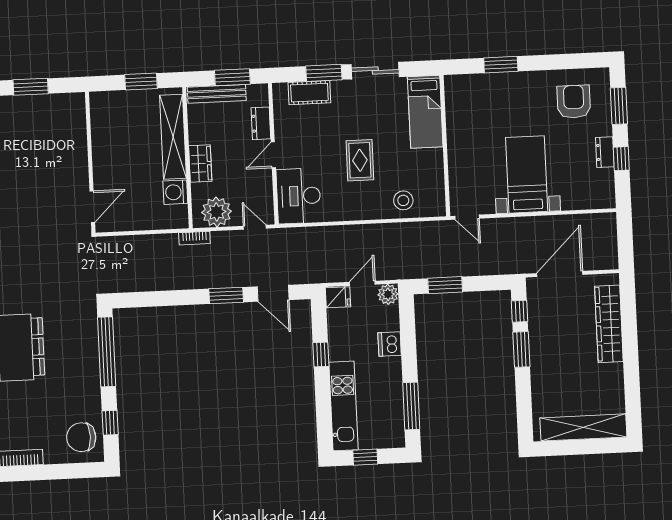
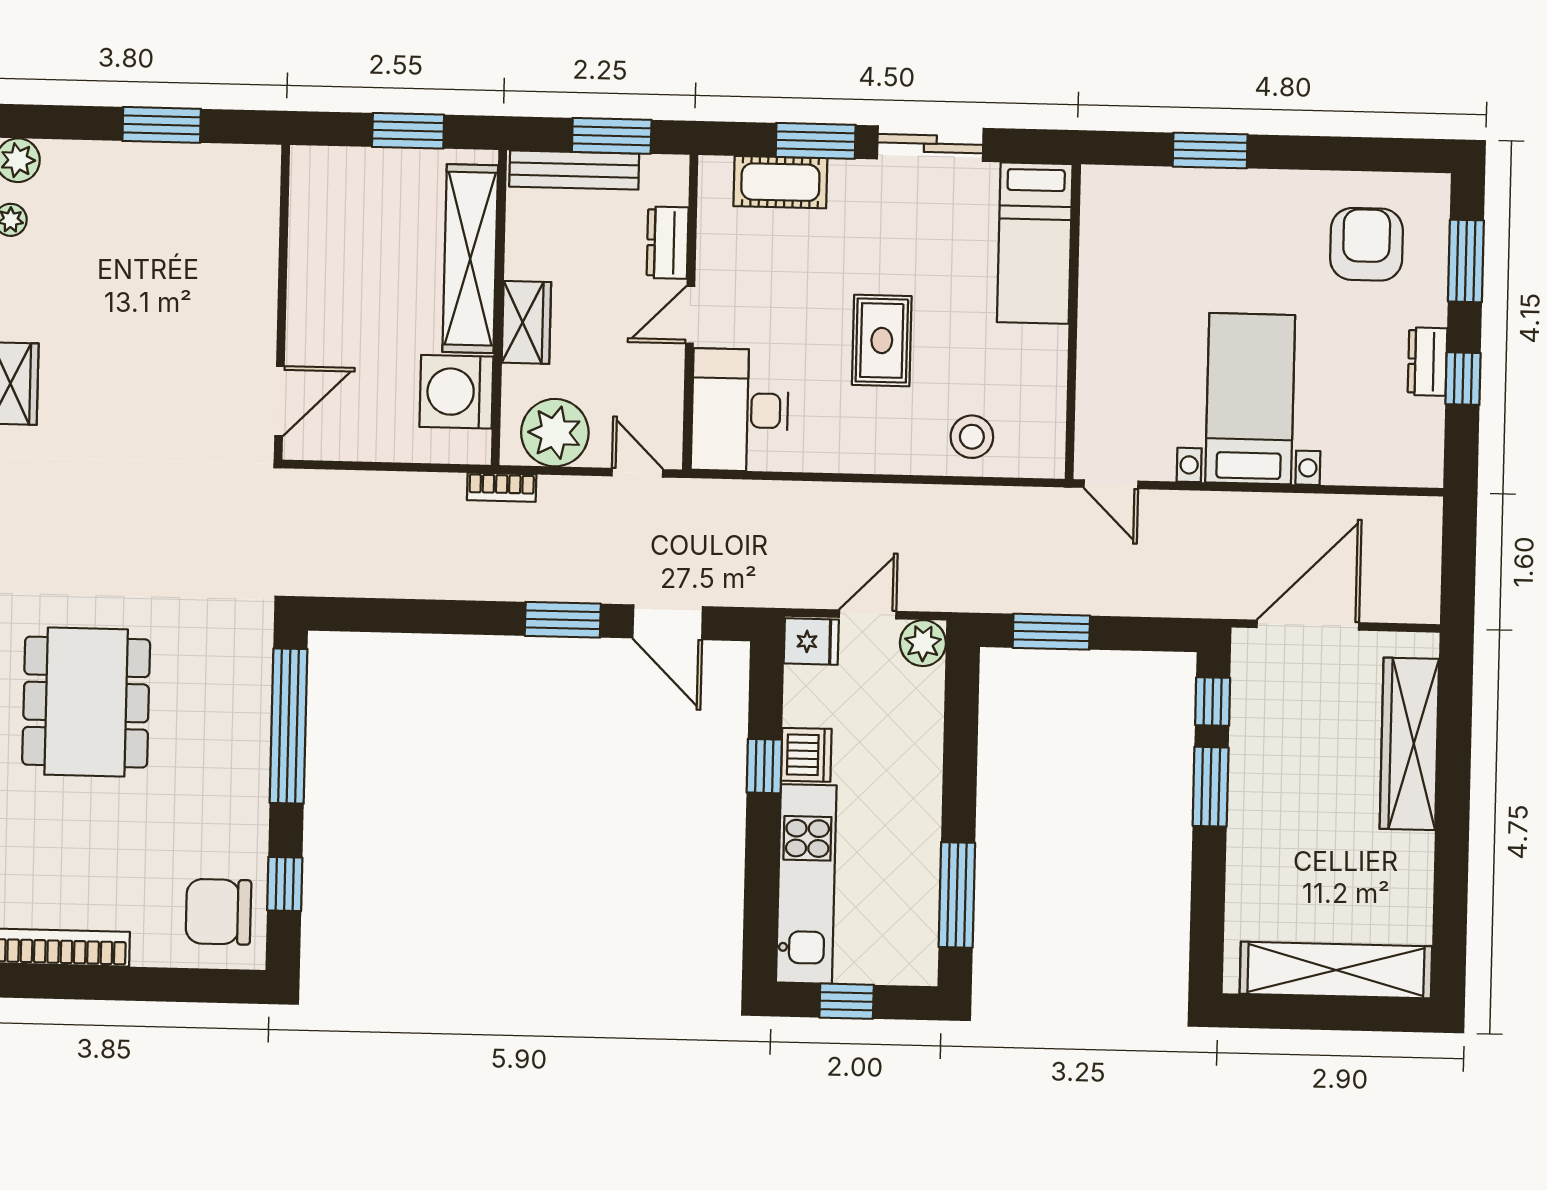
washing machine: (175, 192) -> (456, 392), width x1.37, depth x1.37
dishwasher: (390, 344) -> (806, 755), moved, turned 180

